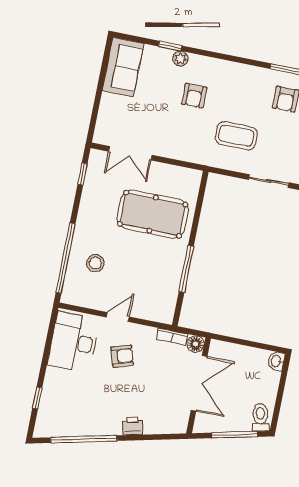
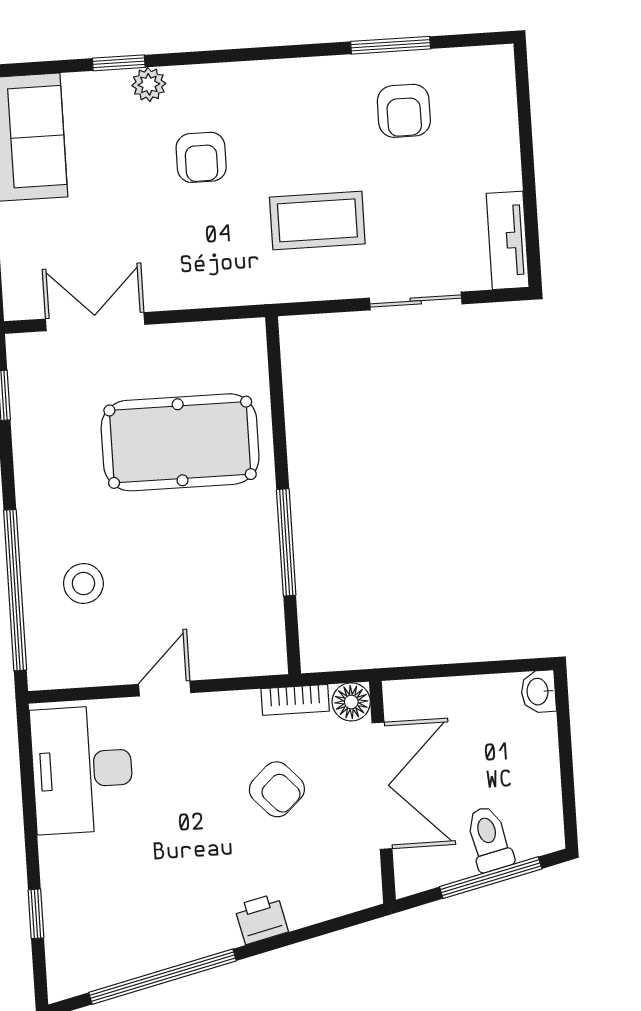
double door: (130, 153) -> (95, 322), swing flipped
armchair: (122, 356) -> (277, 789), moved, turned 65
toilet: (260, 417) -> (489, 839), moved

